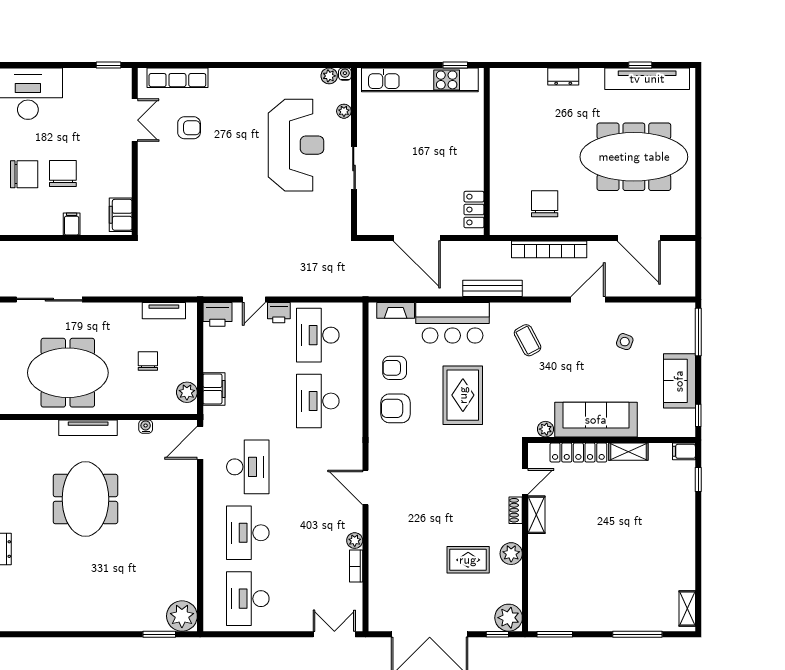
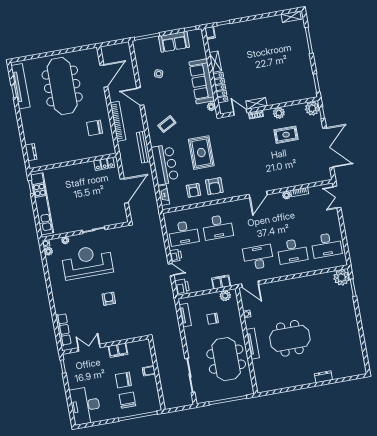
dresser: (563, 77) -> (31, 152), moved
armchair: (189, 128) -> (109, 299), moved
filing cabinet: (121, 215) -> (118, 350), moved
rug: (463, 395) -> (201, 153), turned 90
rug: (468, 560) -> (286, 135), turned 90

